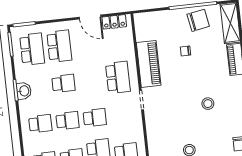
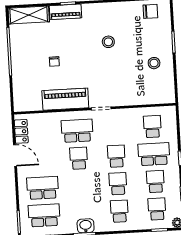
door: (90, 17) -> (15, 155), hinge flipped
chair: (198, 20) -> (24, 47), removed
school desk: (63, 83) -> (79, 158), moved

